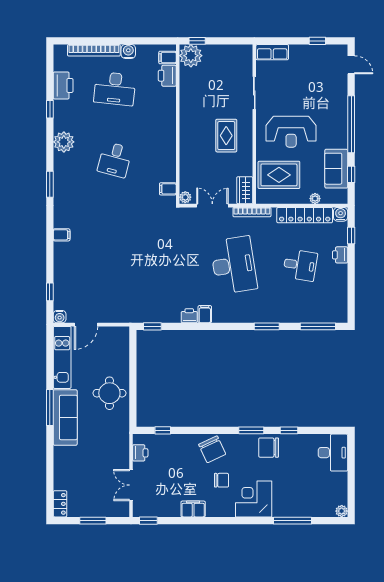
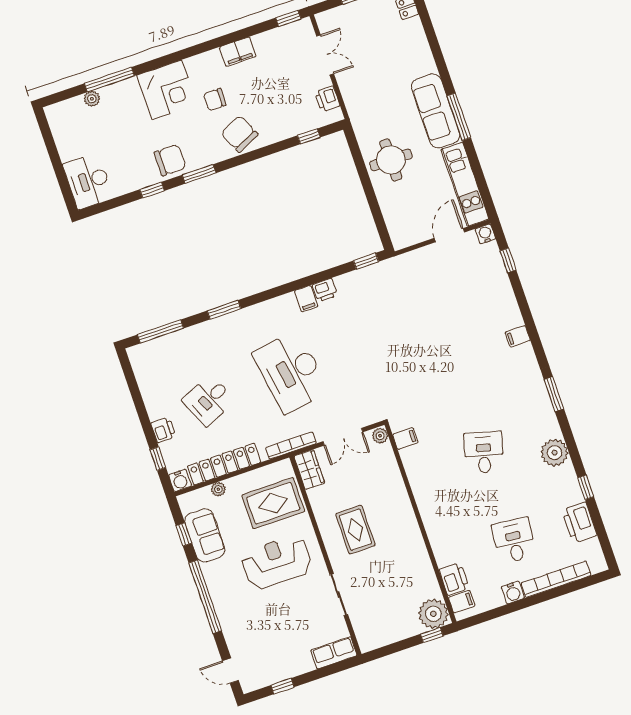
desk: (115, 89) -> (514, 540), width x0.73
desk: (300, 265) -> (209, 400), turned -33
plant: (342, 511) -> (92, 99), moved

